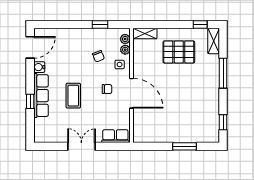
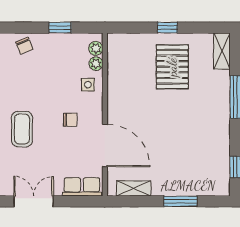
window: (200, 24) -> (167, 28), moved
shelving: (145, 33) -> (134, 188), moved
pallet: (179, 52) -> (172, 67), turned 90
chair: (98, 56) -> (24, 46), moved
door: (131, 93) -> (105, 145), moved

